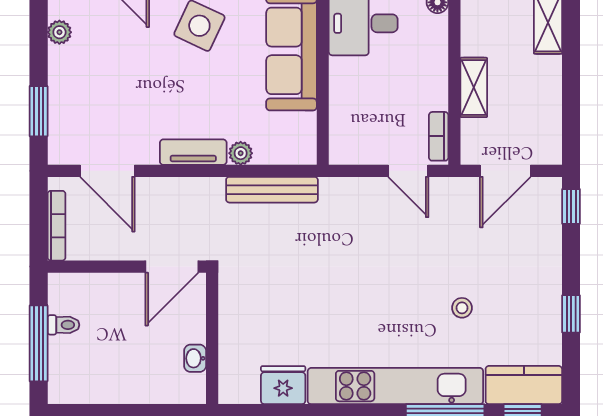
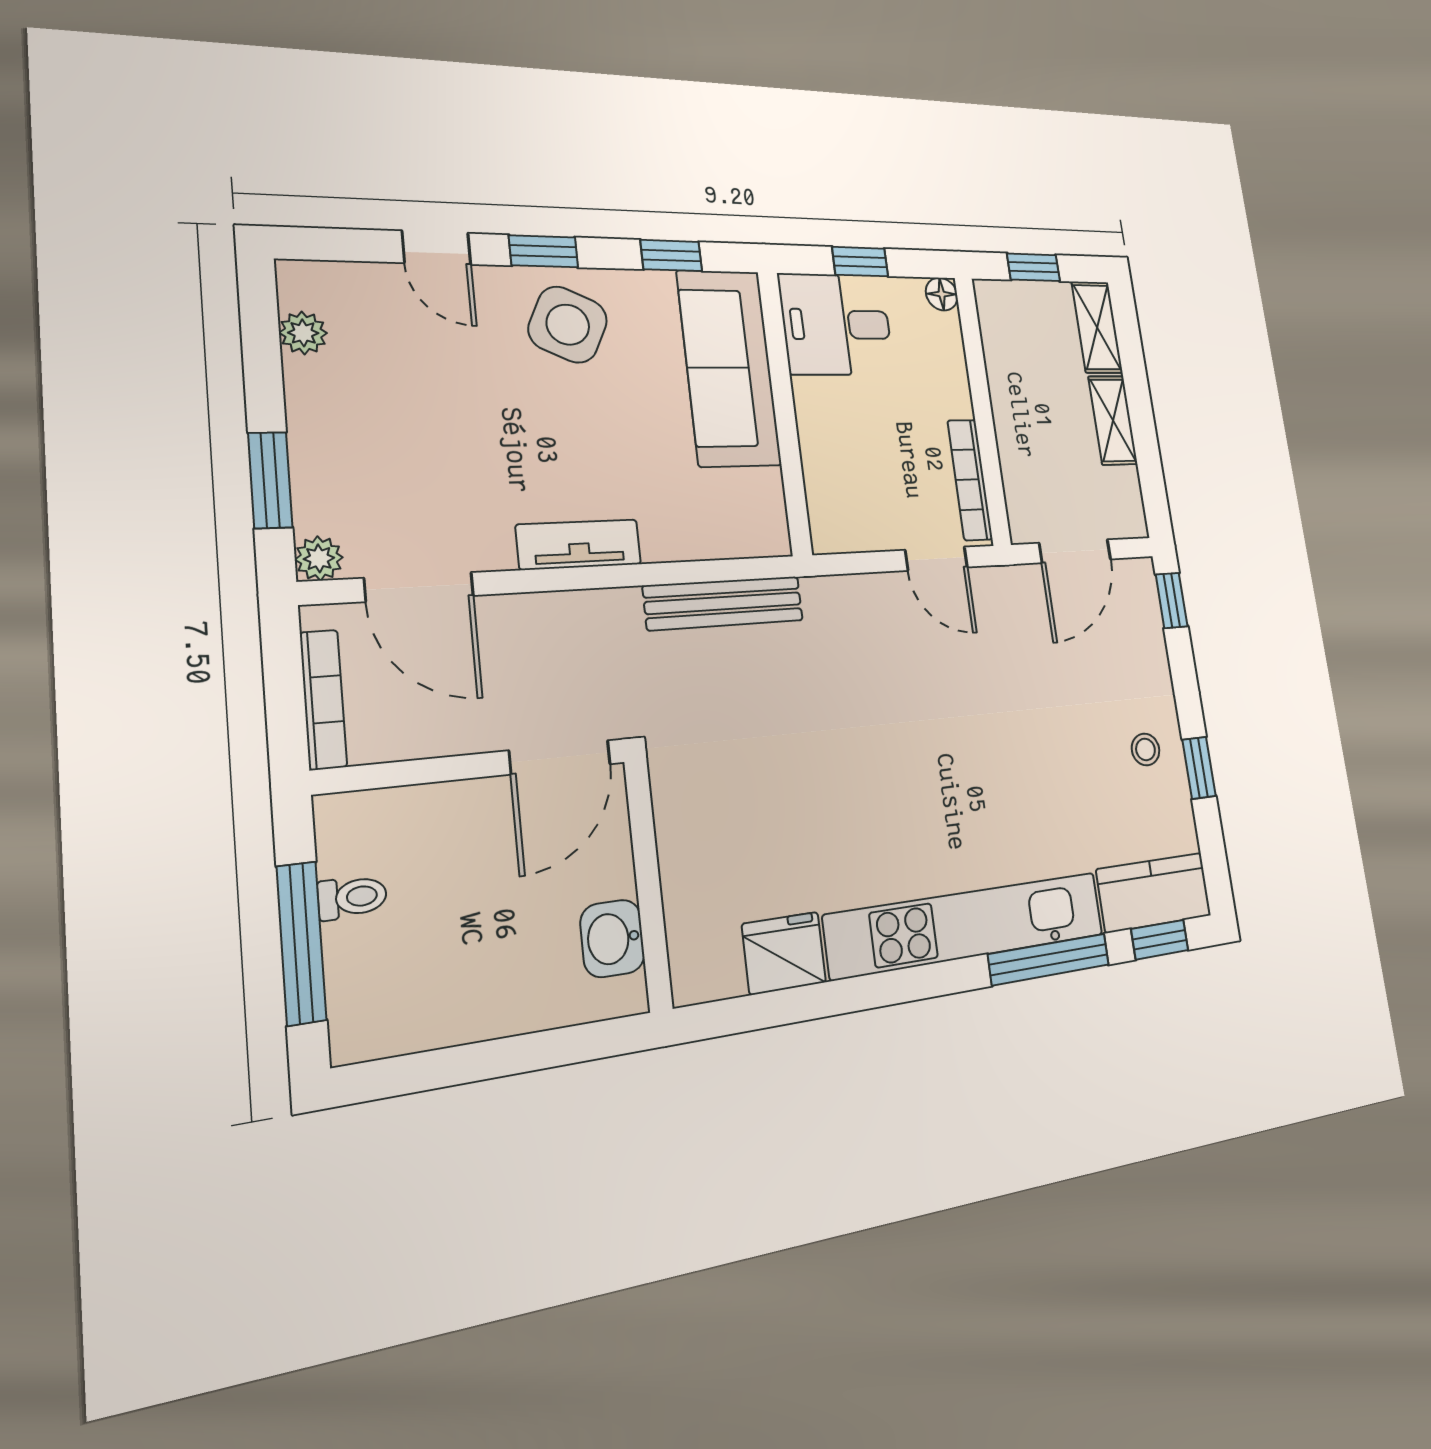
shelving: (474, 87) -> (1113, 420), moved
bookcase: (439, 136) -> (970, 480), width x1.56
plant: (241, 153) -> (319, 558), moved
stool: (462, 308) -> (1145, 749), moved
washbasin: (195, 358) -> (612, 938), width x1.38, depth x1.45

